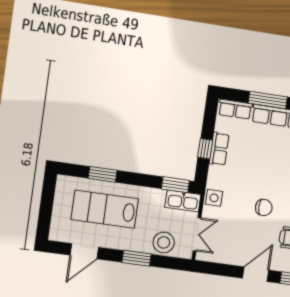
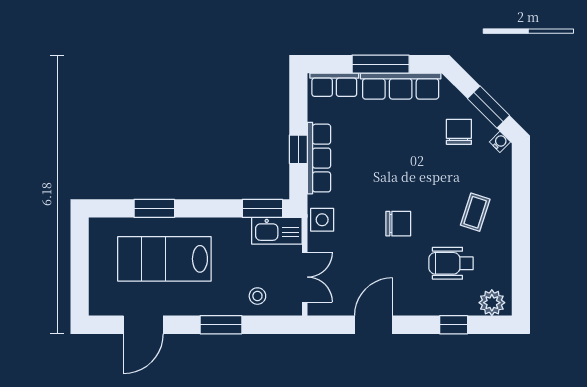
row of seats: (219, 149) -> (319, 158), width x1.48
stool: (164, 242) -> (257, 296), width x0.53, depth x0.53
door: (256, 274) -> (374, 325), moved

